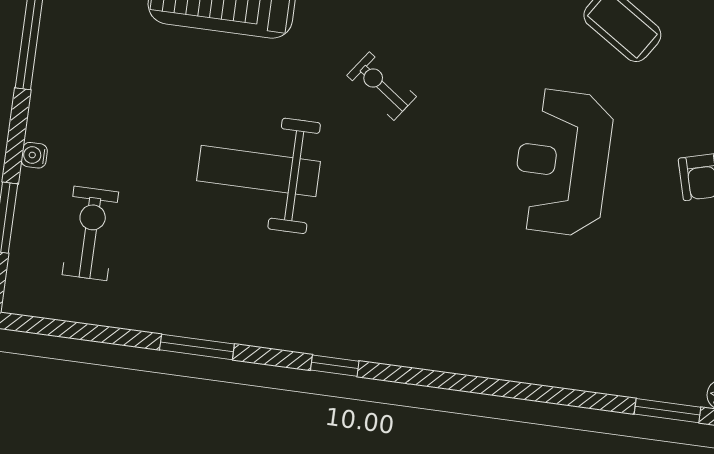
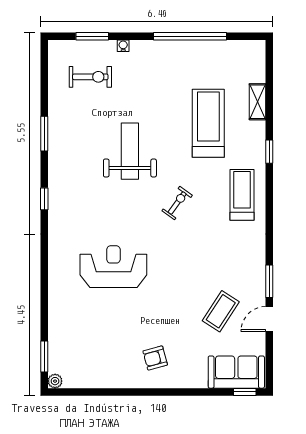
reception desk: (562, 163) -> (113, 267), moved

